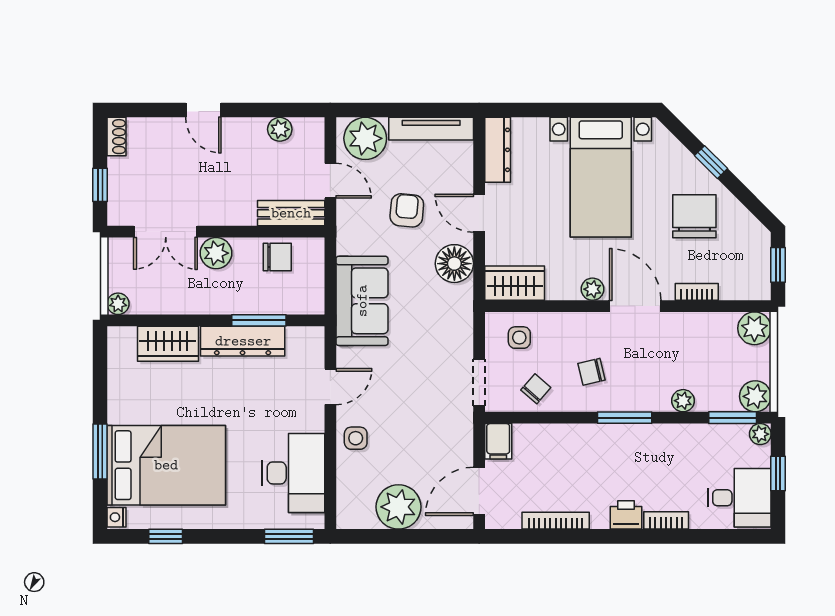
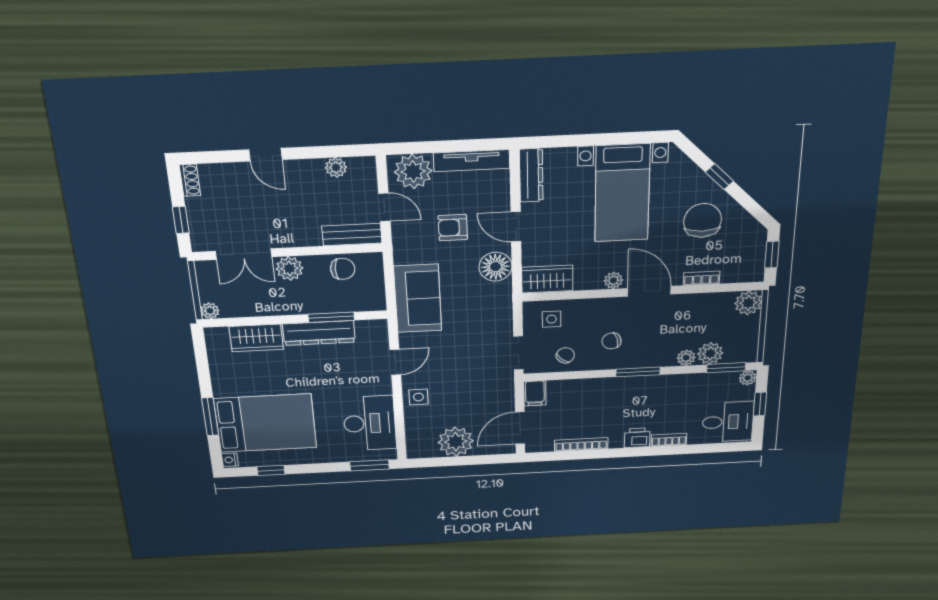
armchair: (407, 210) -> (453, 228), turned -95
plant: (755, 396) -> (710, 353), moved

